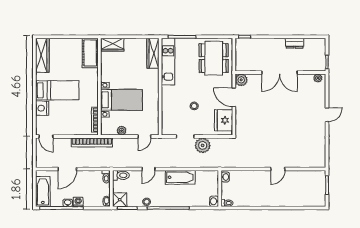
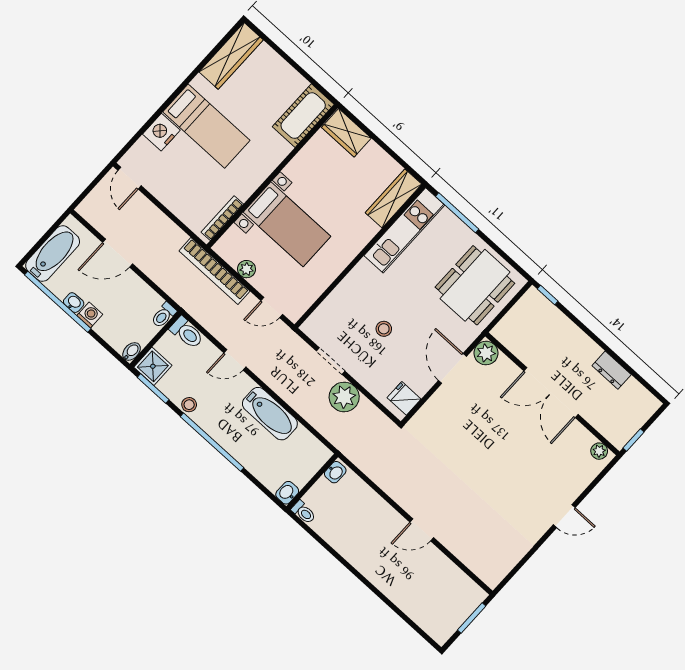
fridge: (224, 120) -> (404, 398), width x0.53, depth x0.75
bookcase: (92, 142) -> (214, 271), moved

